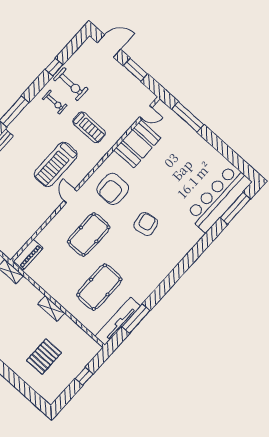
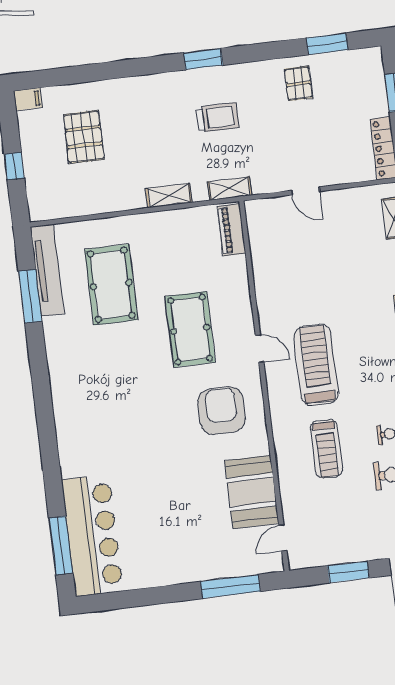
treadmill: (89, 127) -> (326, 449), turned -90
armchair: (146, 224) -> (140, 414), removed
shelving: (51, 308) -> (169, 196), moved
filing cabinet: (49, 396) -> (28, 99), added

